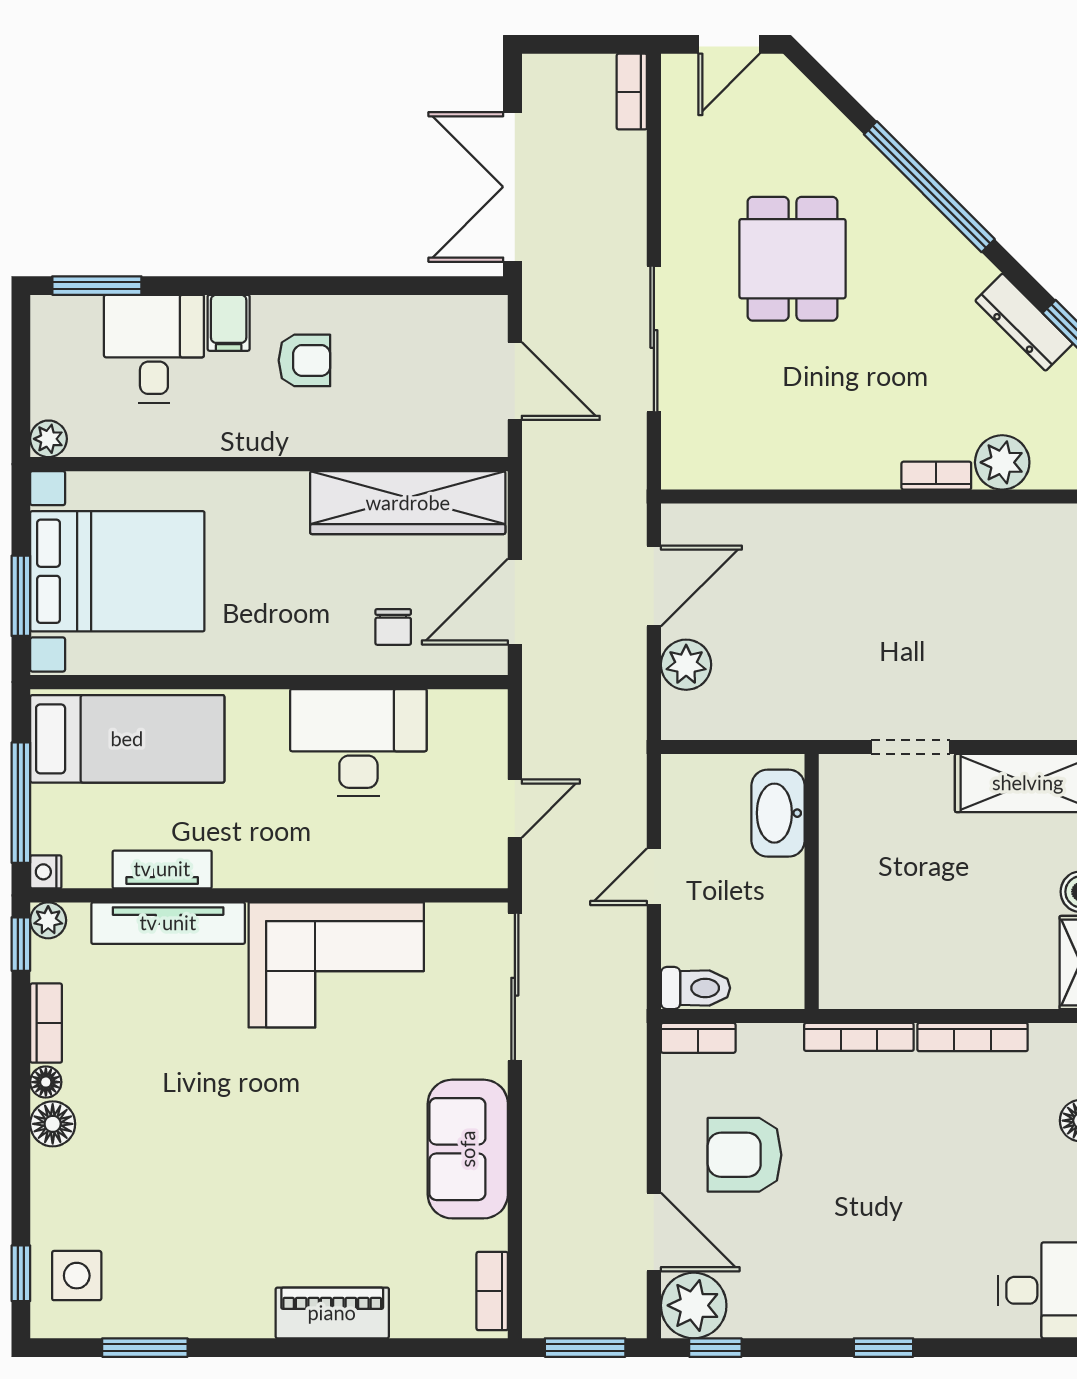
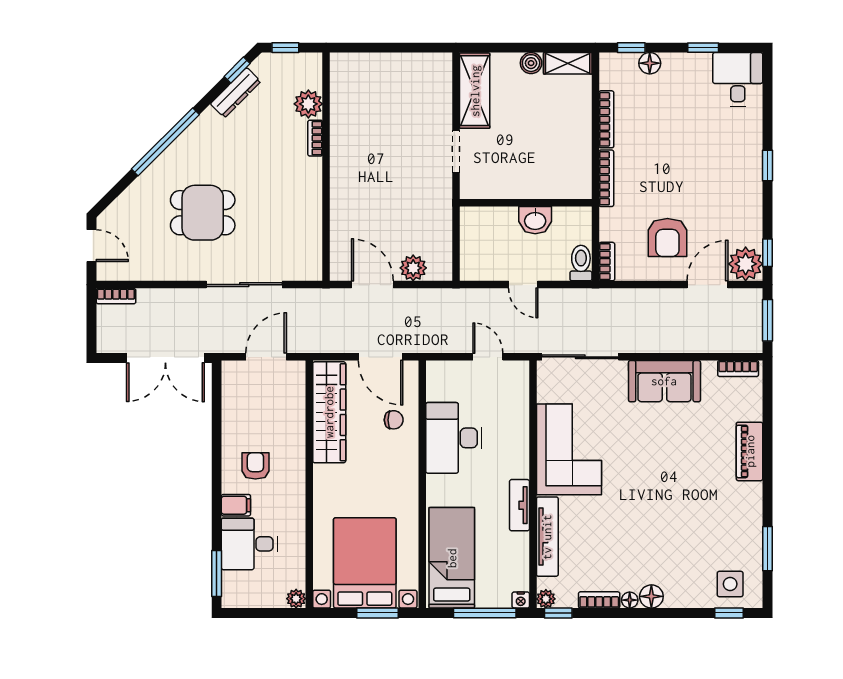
washbasin: (778, 813) -> (535, 220), moved, width x0.72
tv unit: (162, 869) -> (519, 505), moved

